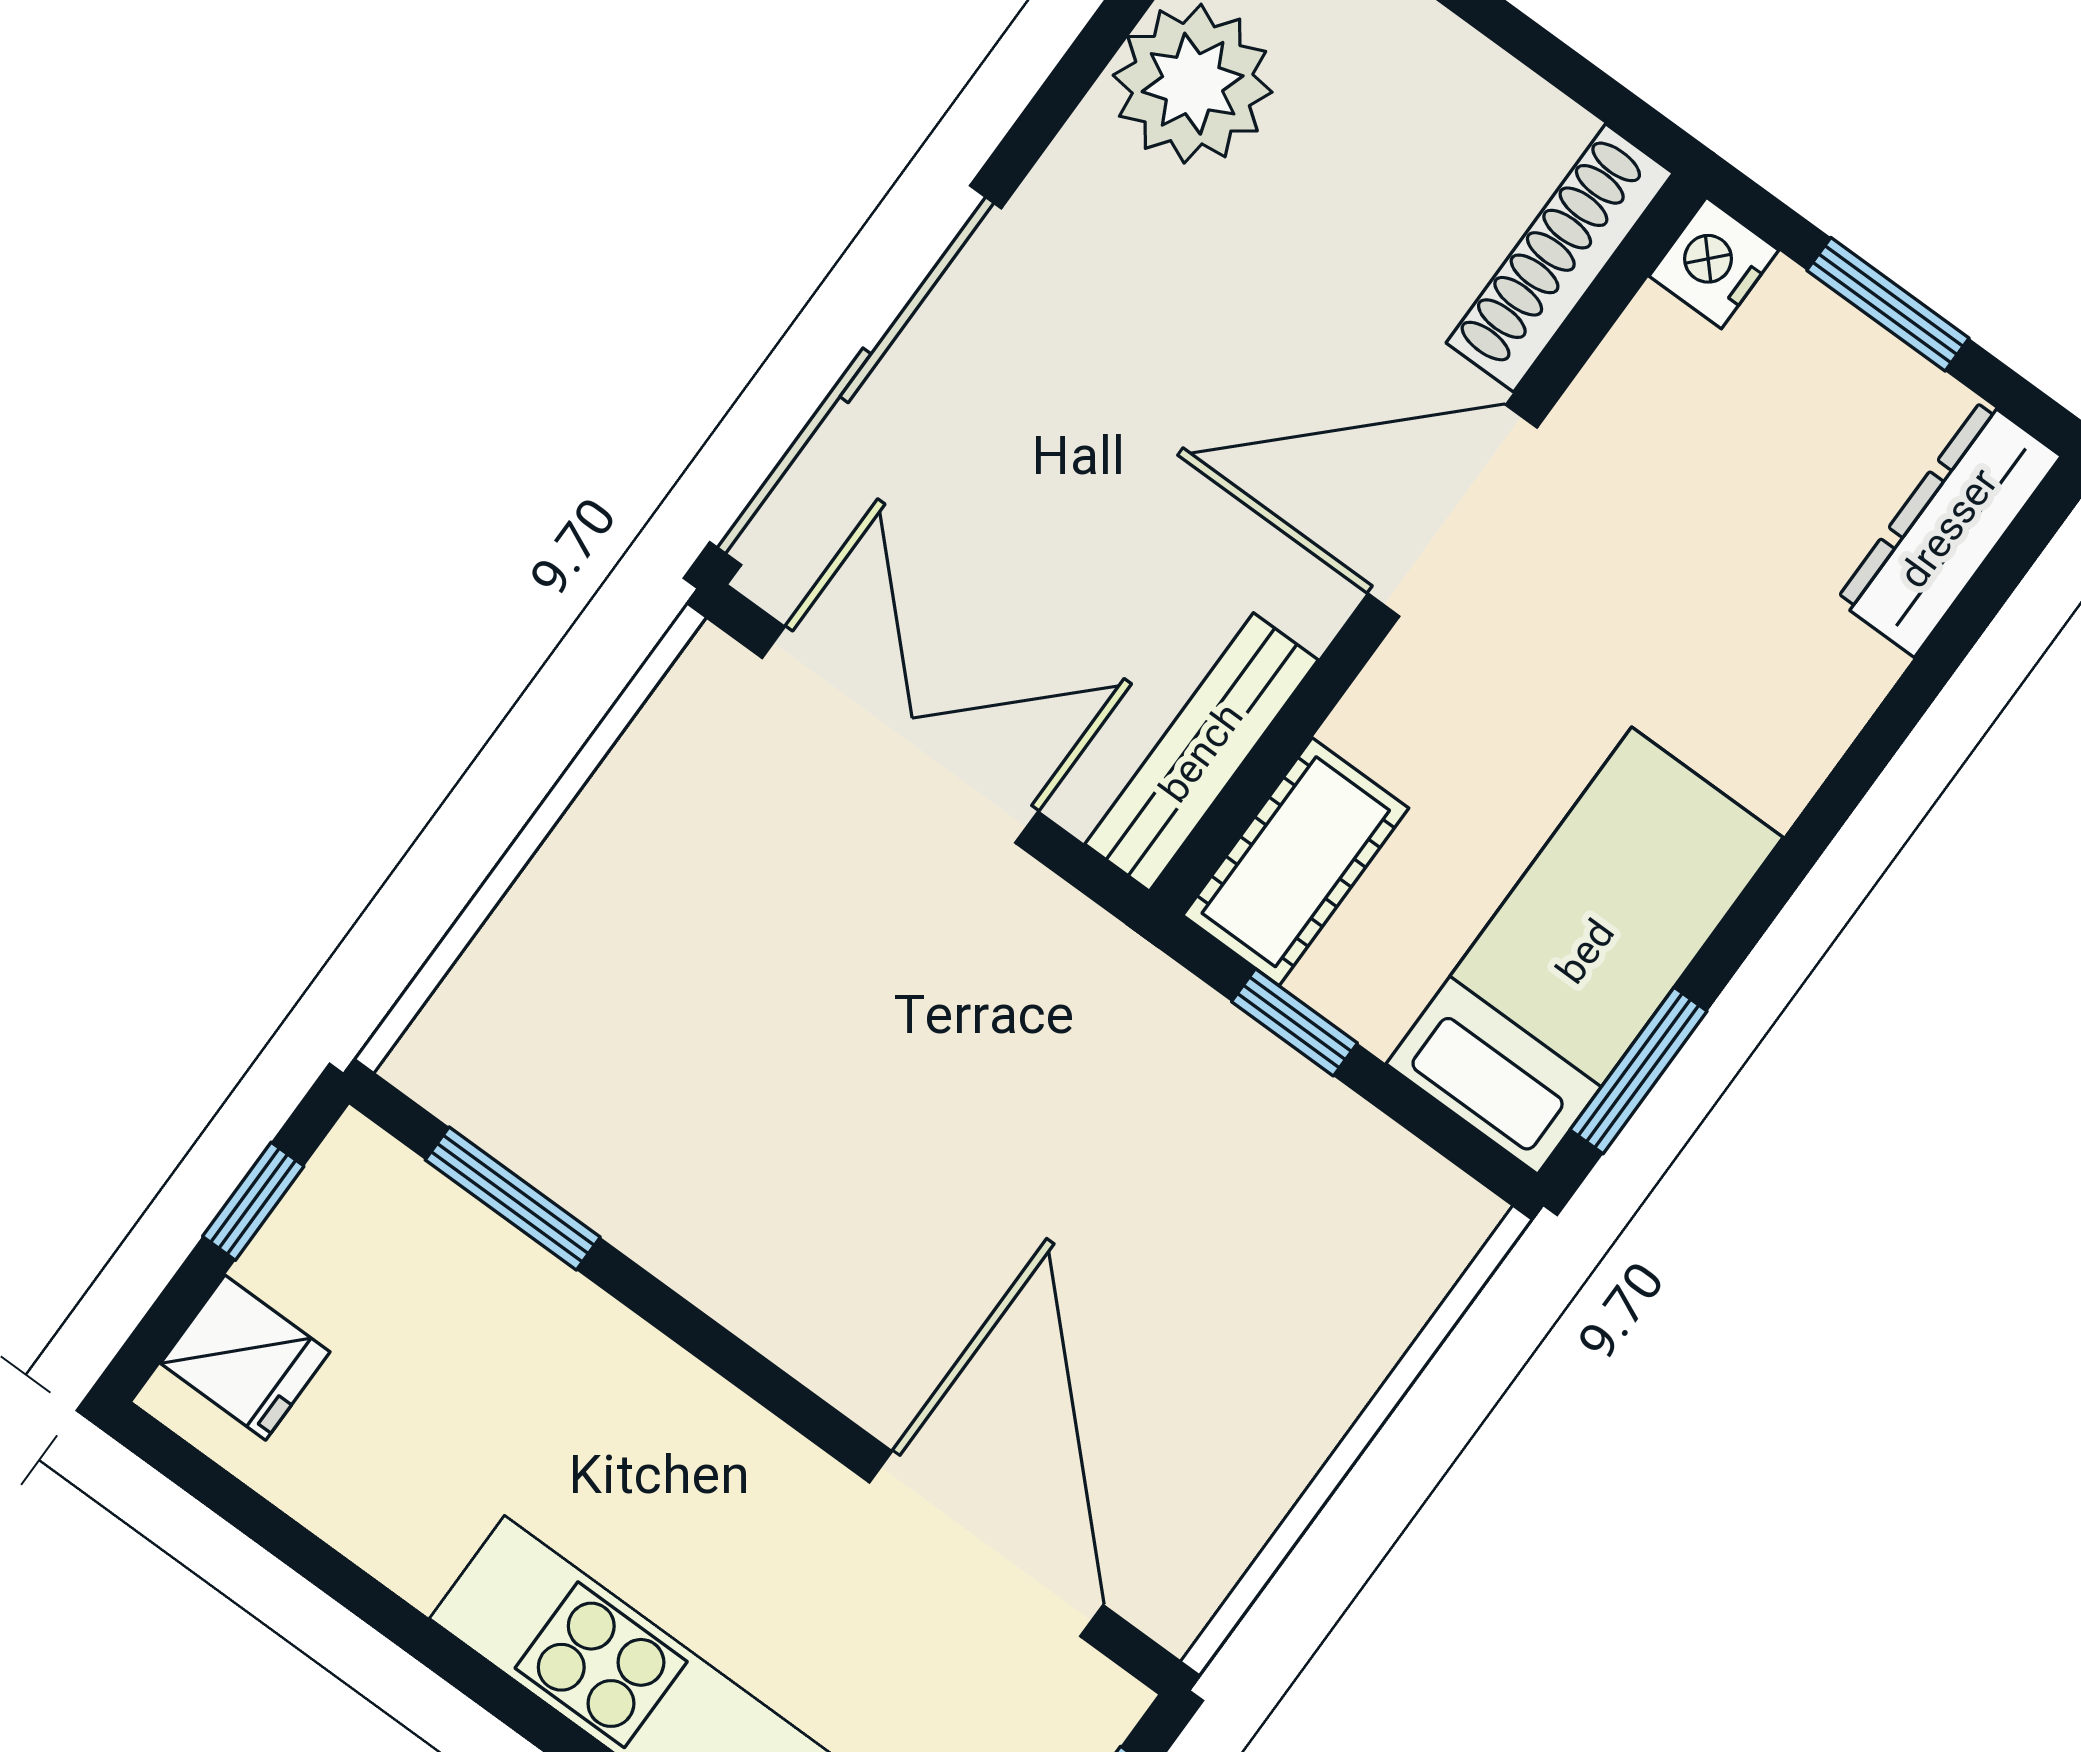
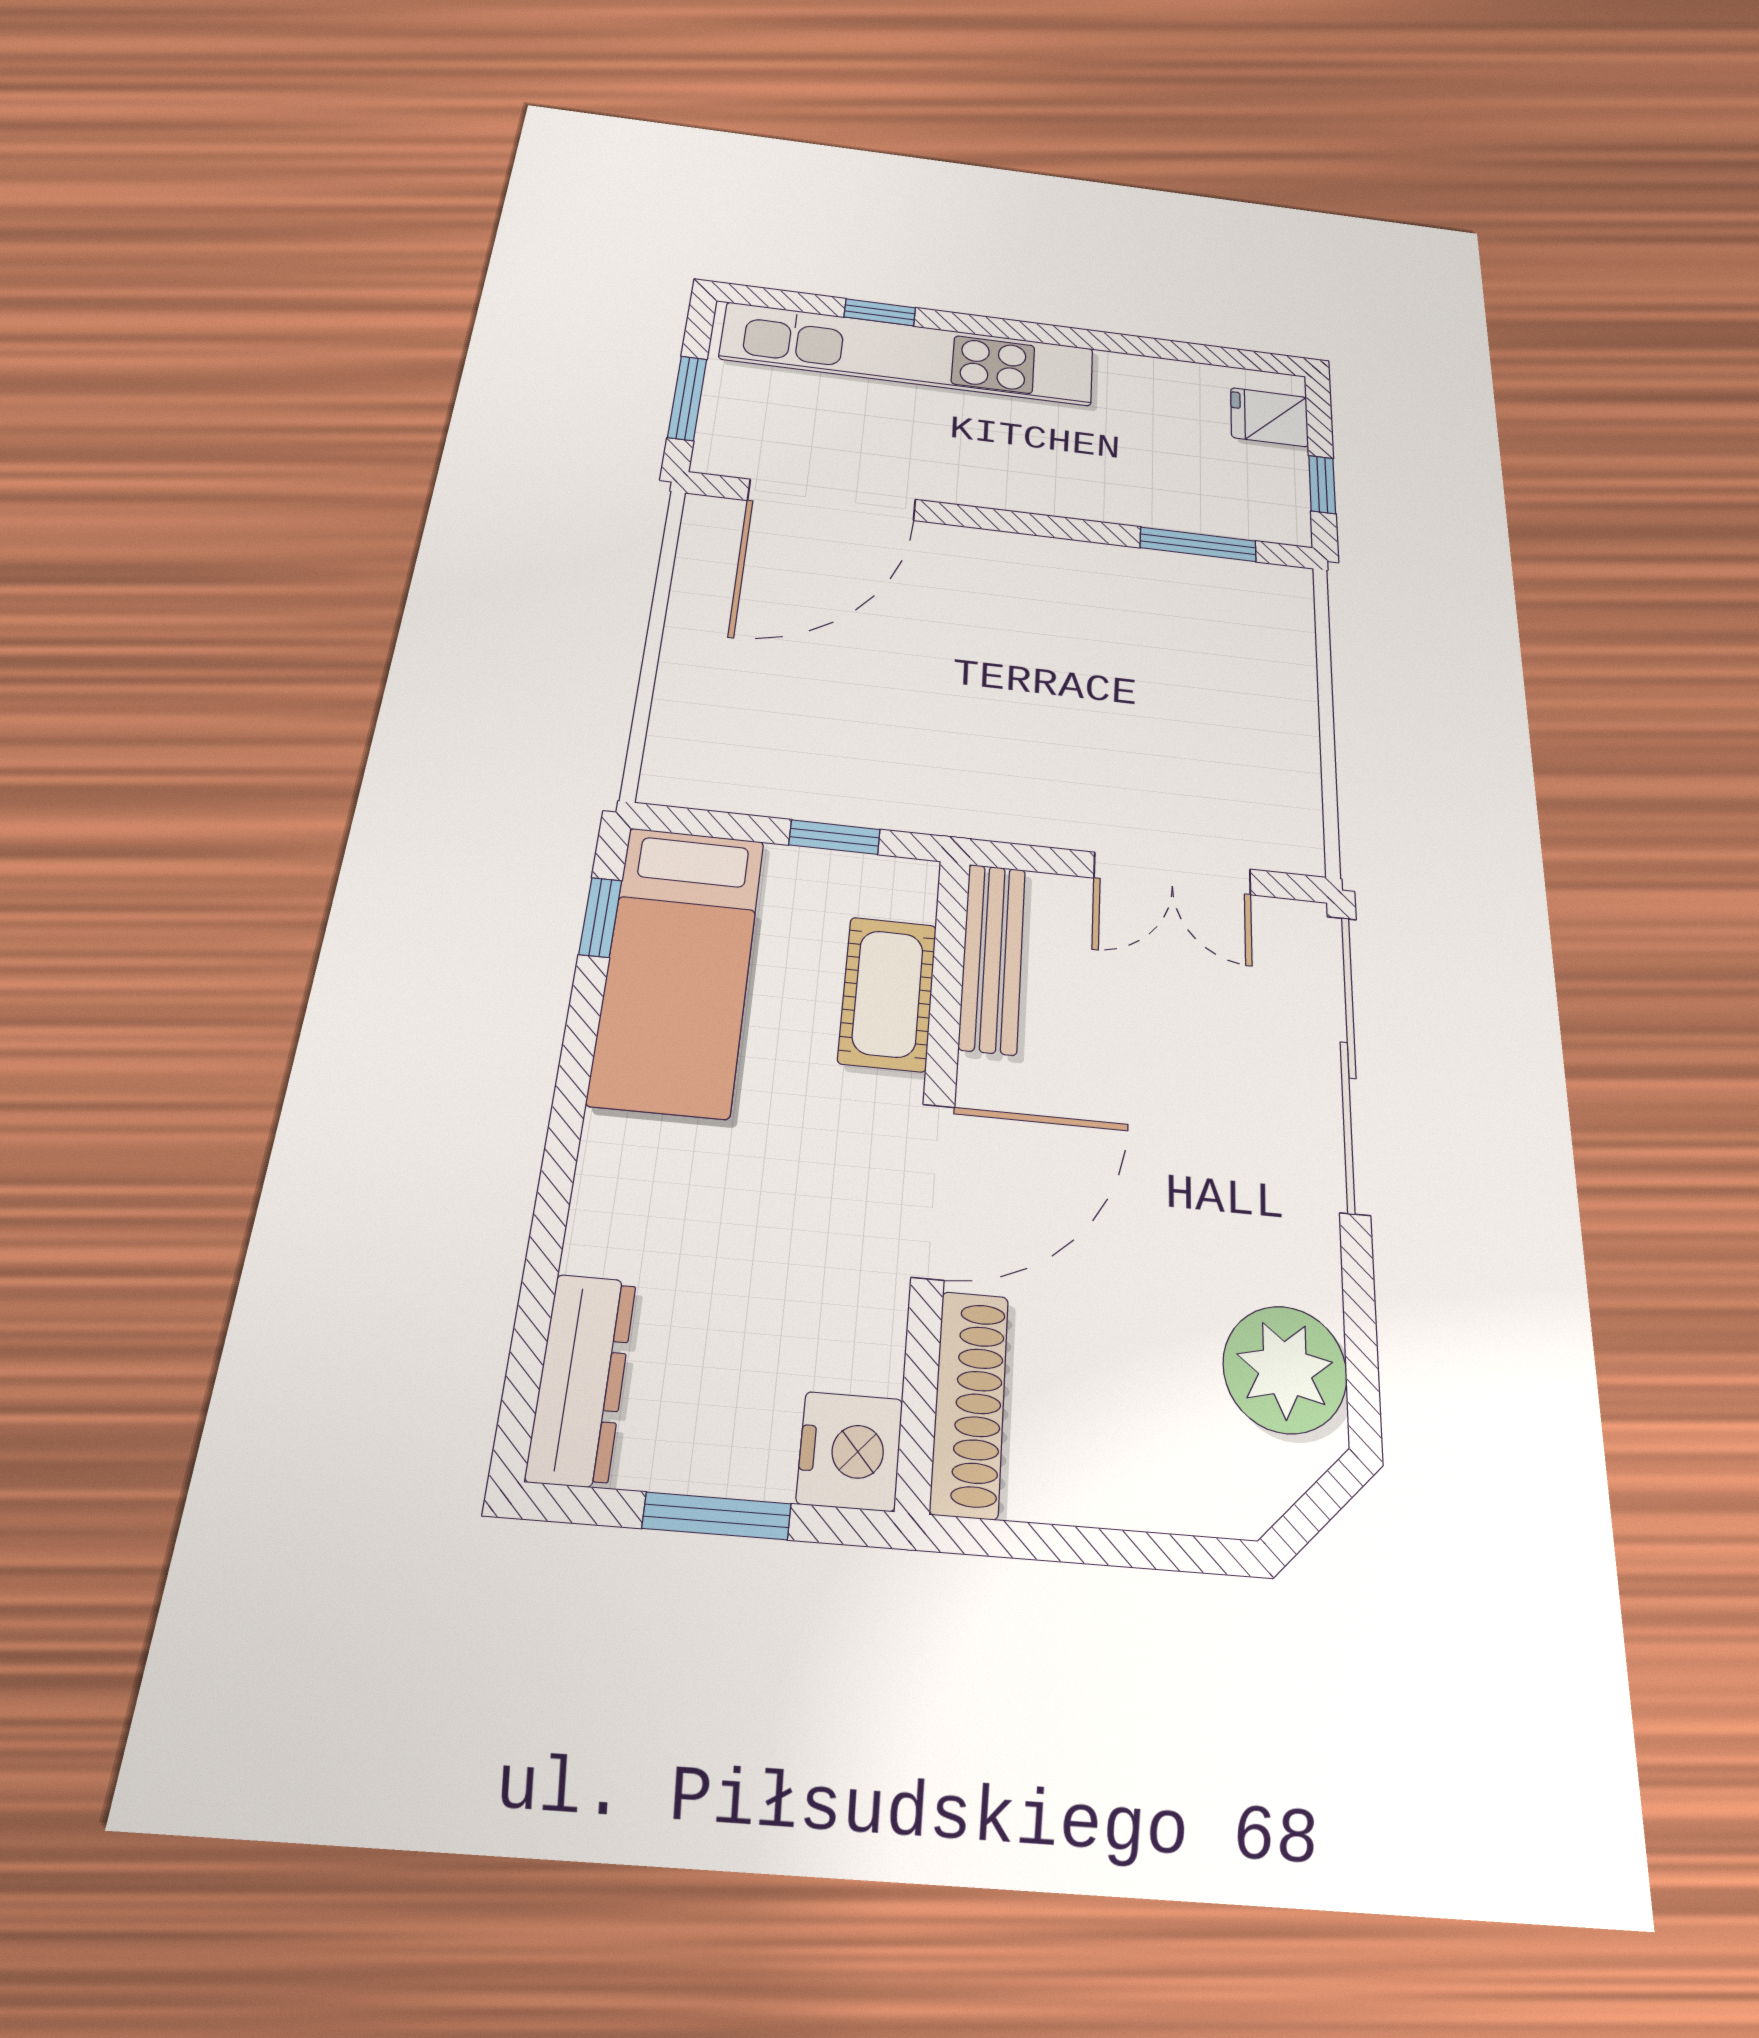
nightstand: (1714, 263) -> (850, 1451), width x1.36, depth x1.33
double door: (900, 735) -> (1173, 874), width x0.73
cot: (1296, 862) -> (888, 994), moved
window: (1639, 1071) -> (600, 917), width x0.67
door: (986, 1544) -> (832, 500), hinge flipped

